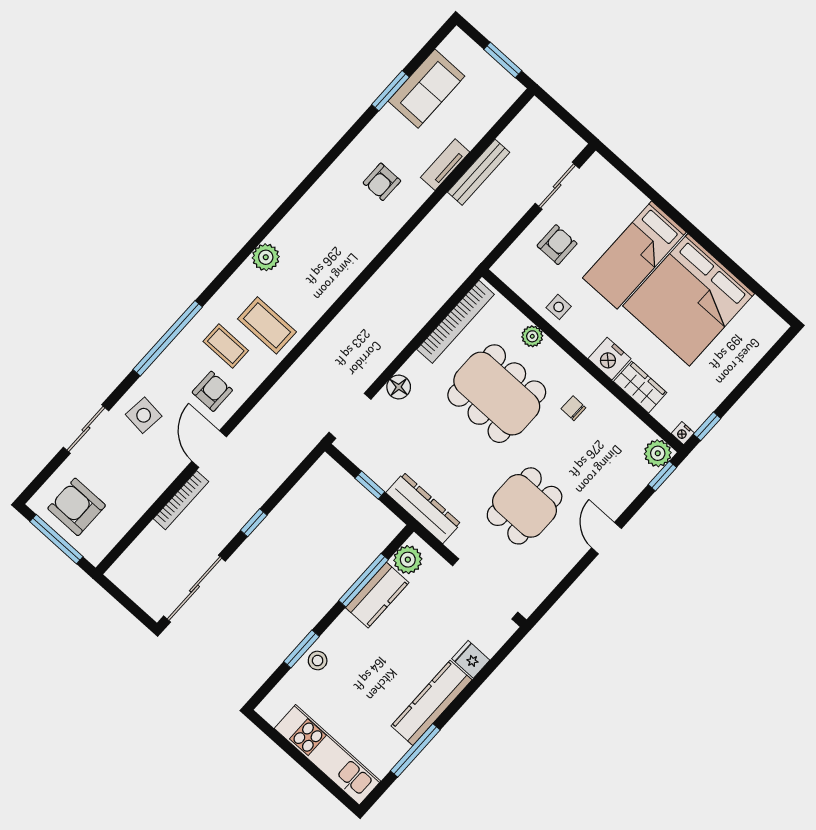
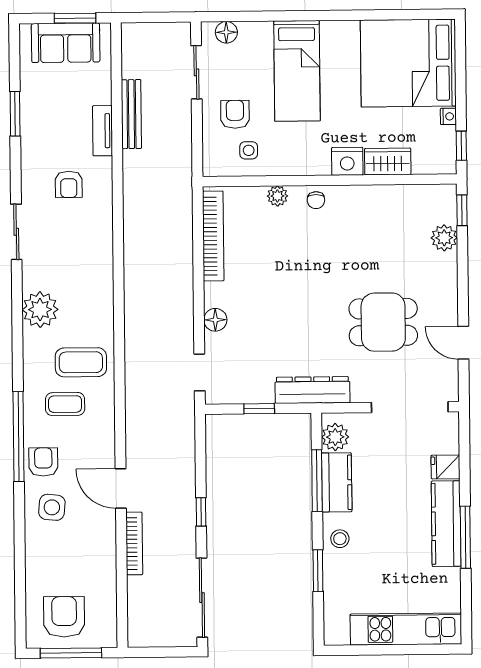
sofa: (426, 89) -> (66, 43), moved, turned 90
floor lamp: (608, 176) -> (226, 32), added
plant: (266, 257) -> (40, 310), width x1.36, depth x1.36
bed: (689, 300) -> (408, 63), moved, turned 90
side table: (559, 307) -> (249, 150), moved
armchair: (212, 391) -> (43, 462), moved
dining table: (497, 394) -> (290, 260), removed
chair: (573, 408) -> (316, 200), moved, turned -91
doorway: (350, 416) -> (200, 372), width x0.73
sliding door: (86, 429) -> (16, 232), moved
nightstand: (683, 433) -> (448, 116), moved, turned -90
plant: (658, 453) -> (444, 238), moved
dining table: (525, 506) -> (383, 322), turned 90
armchair: (77, 507) -> (64, 617), turned 90
door: (606, 538) -> (463, 343), moved
stool: (318, 661) -> (340, 539), moved
window: (415, 750) -> (465, 537), moved

